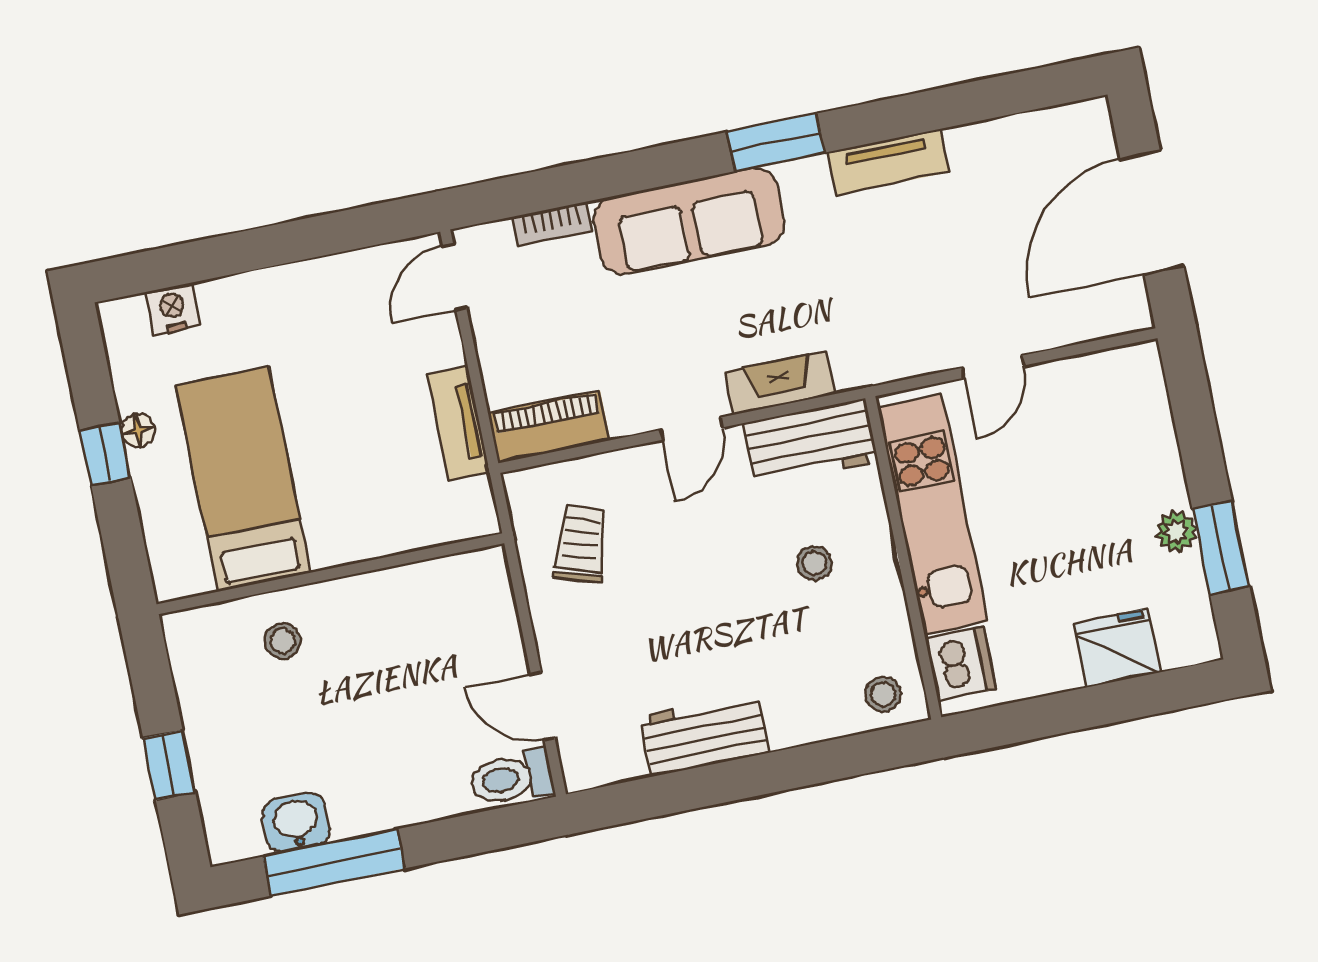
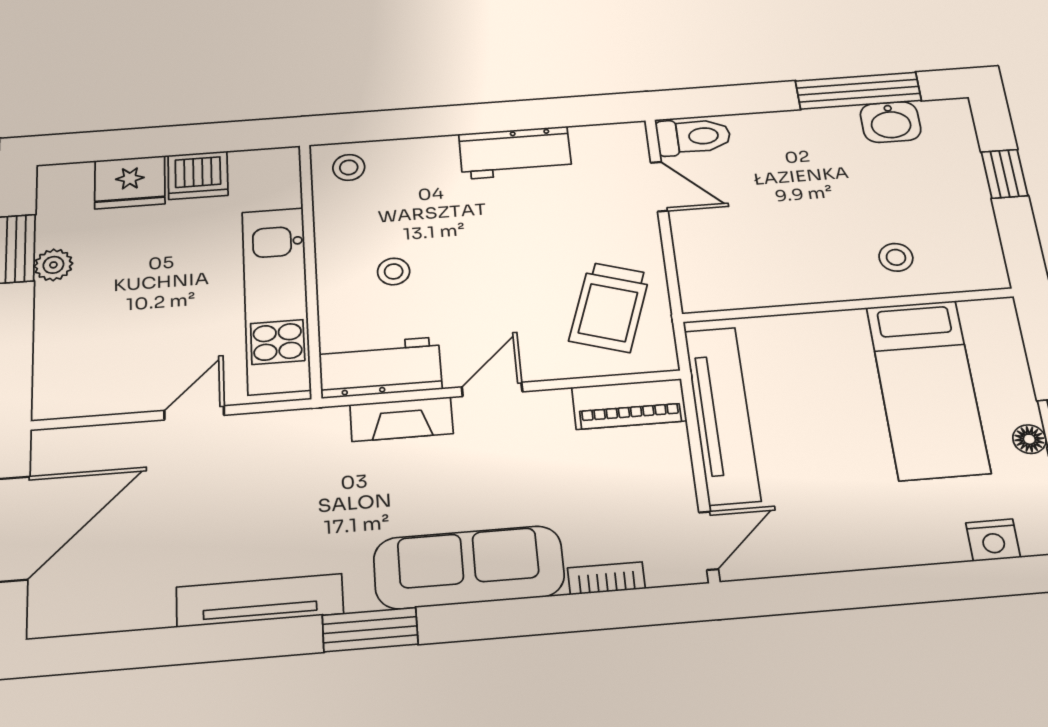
tv unit: (888, 162) -> (260, 600), width x1.41
tv unit: (458, 423) -> (722, 415), width x1.92, depth x1.29
trolley: (581, 544) -> (610, 307), width x1.36, depth x1.39
dishwasher: (961, 664) -> (198, 175), moved, turned -90

